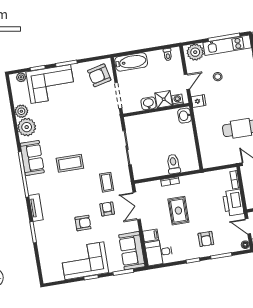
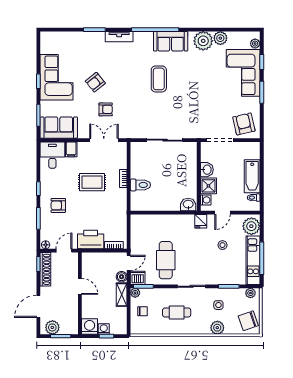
bathtub: (131, 62) -> (252, 176), moved
door: (187, 82) -> (222, 213), hinge flipped
coffee table: (107, 182) -> (133, 113), removed
armchair: (83, 223) -> (95, 82), turned 51

